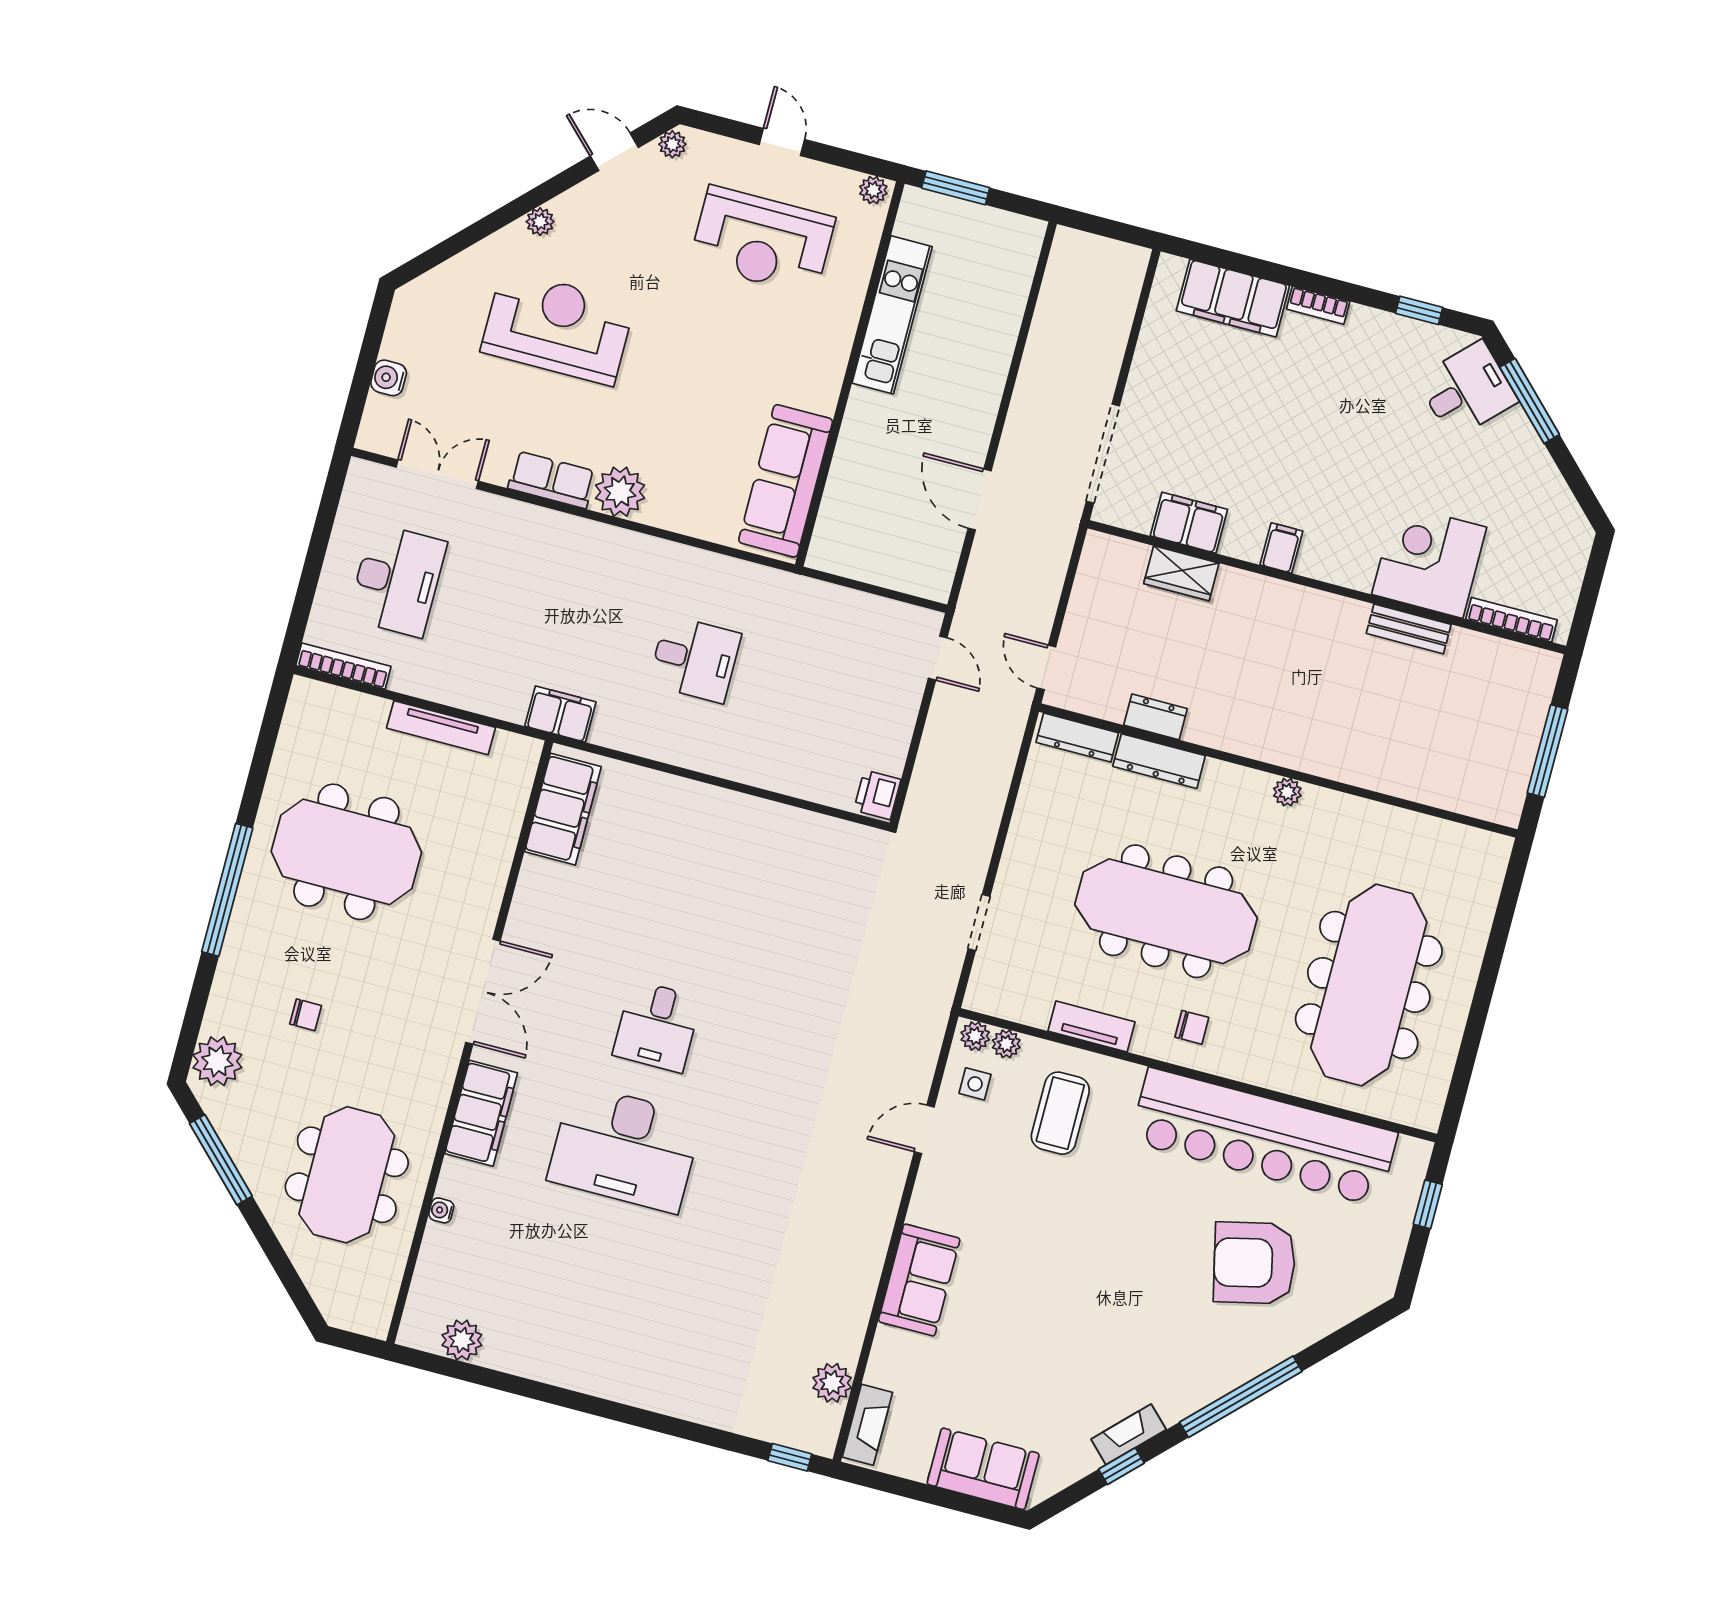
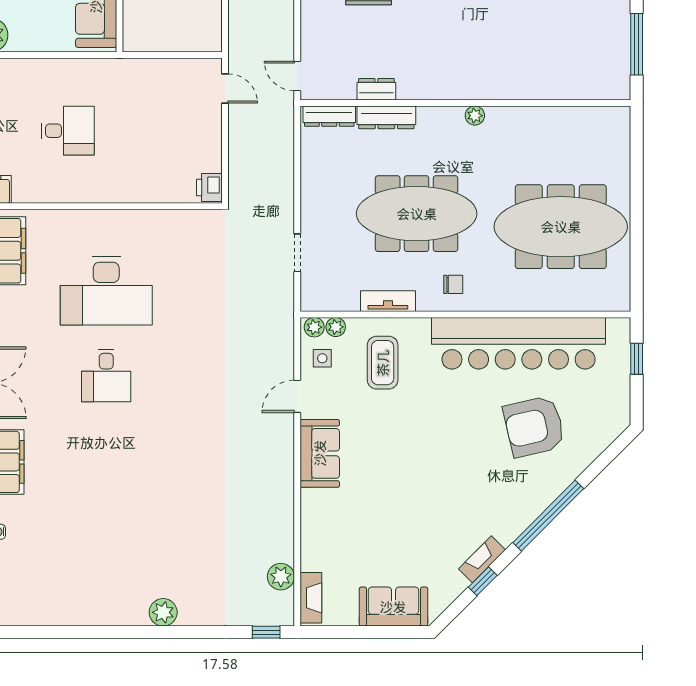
meeting table: (1369, 985) -> (561, 227), turned 90
desk: (625, 1148) -> (106, 291), moved
sofa: (919, 1280) -> (320, 453), moved
plant: (462, 1340) -> (163, 612), moved

